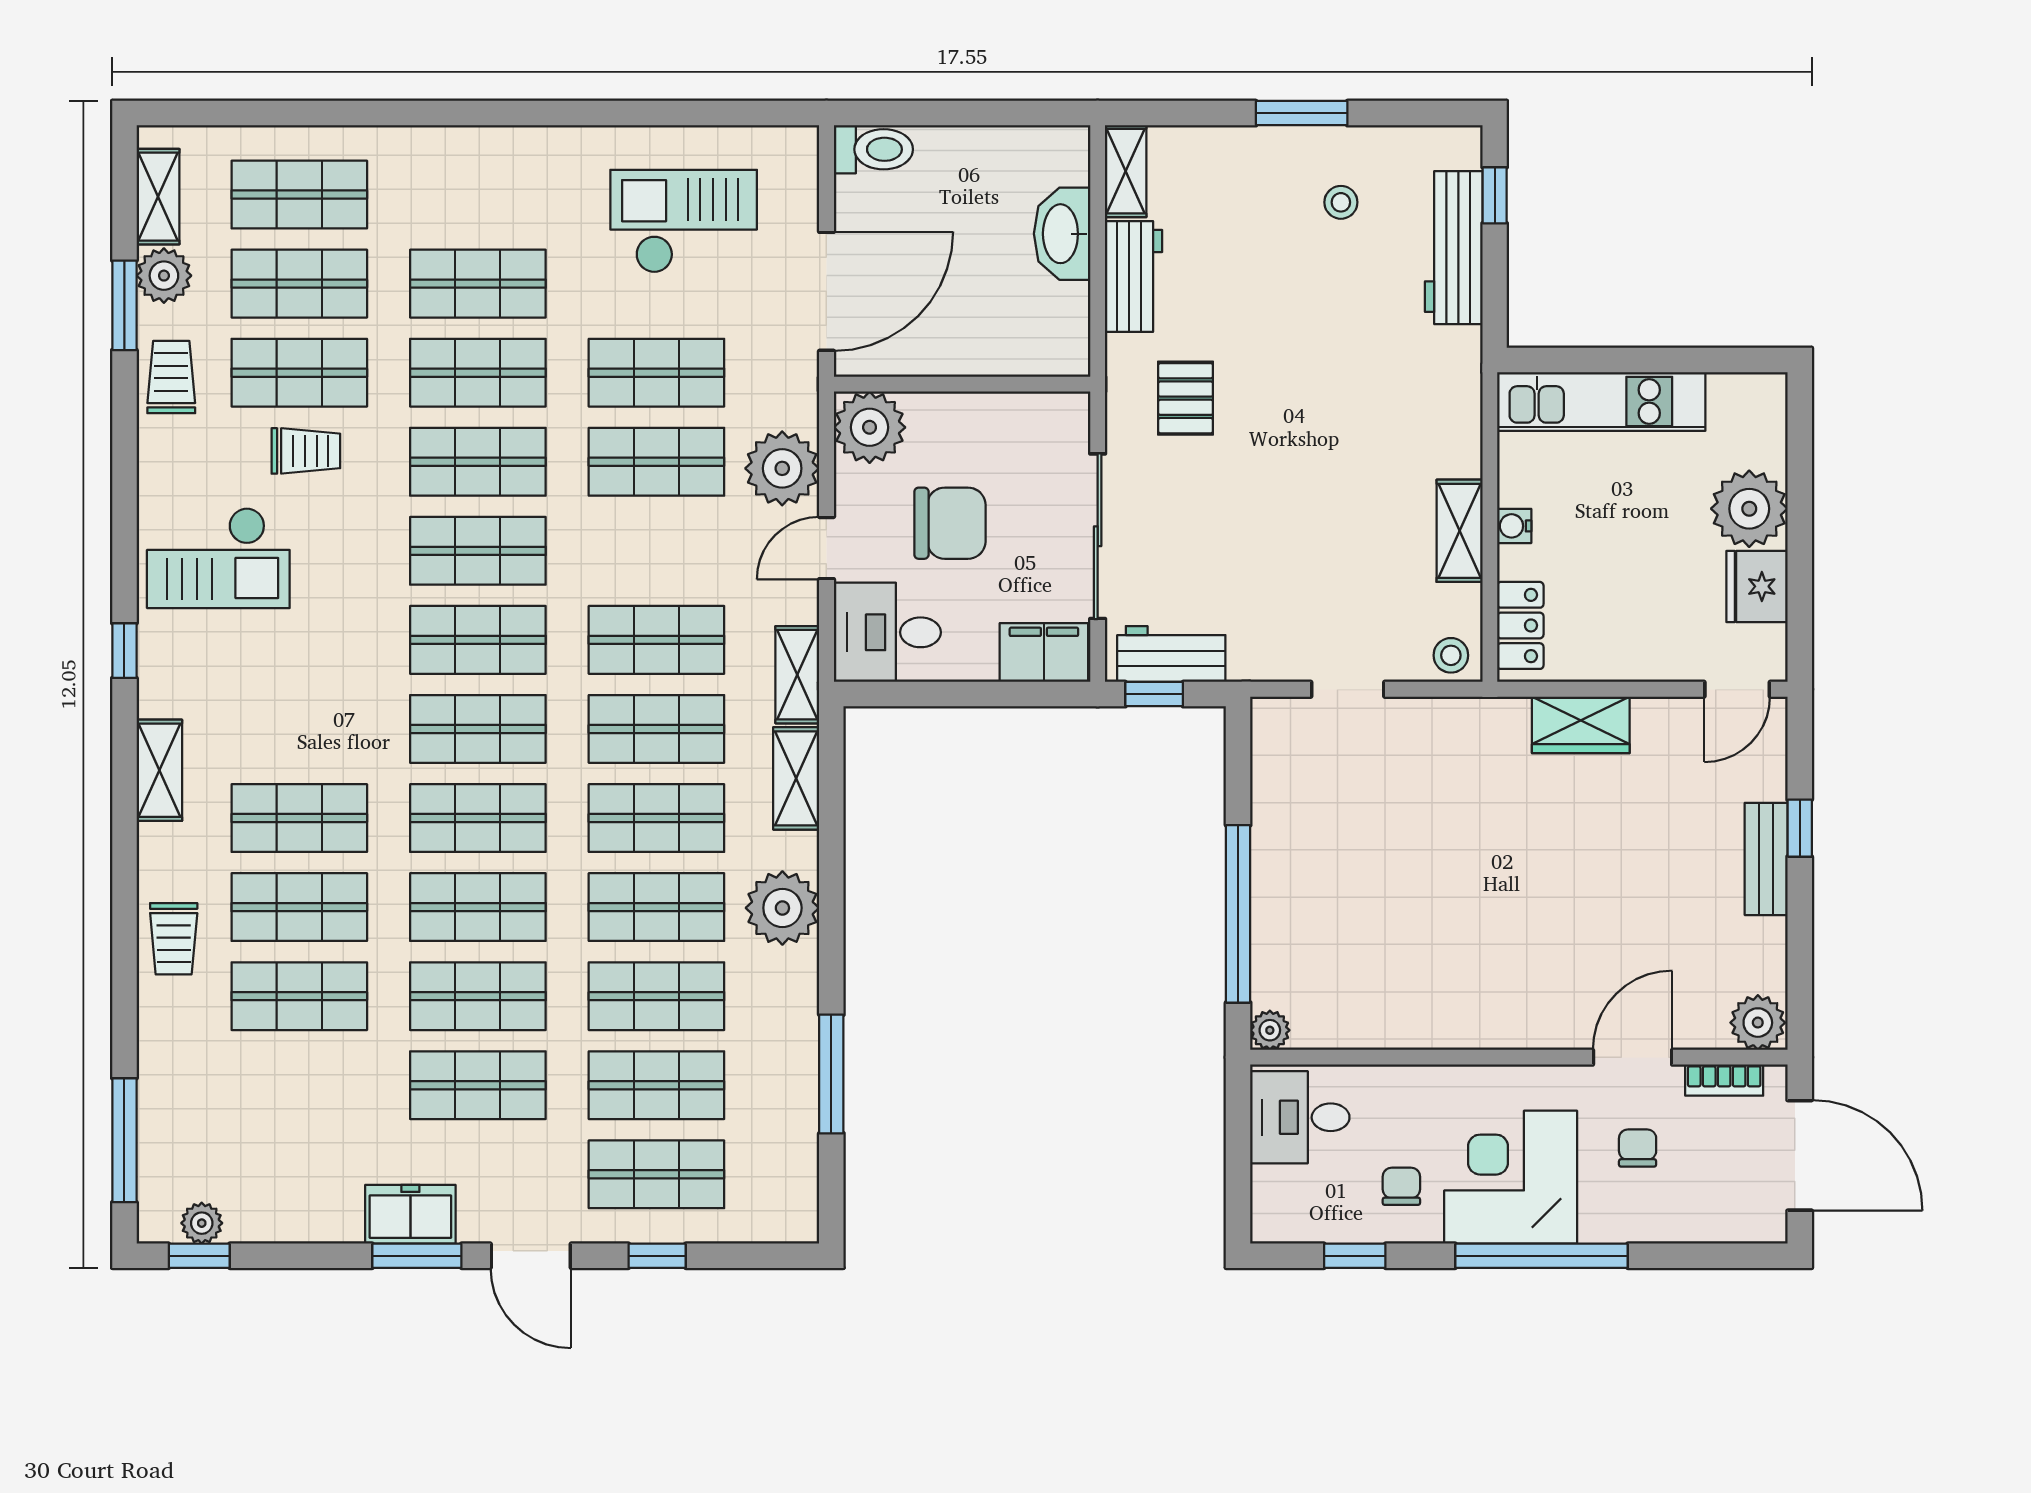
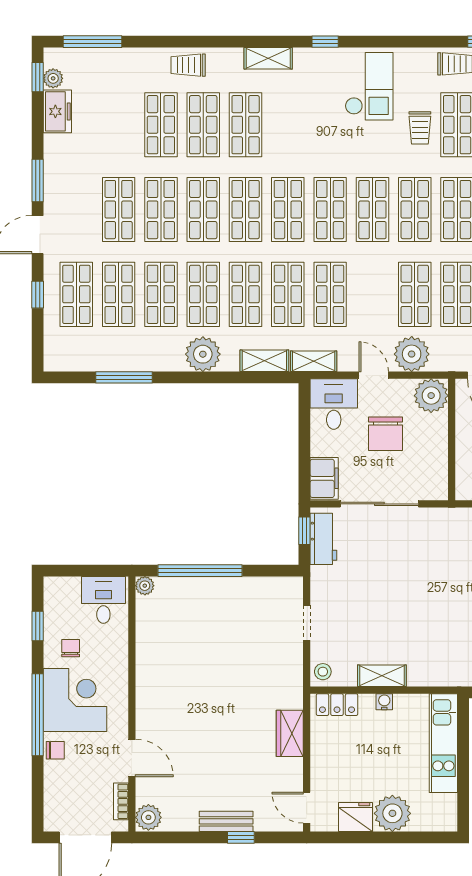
pallet: (1186, 398) -> (445, 546), removed
checkout: (218, 558) -> (369, 86), turned 180
chair: (1638, 1148) -> (55, 750), moved
chair: (1401, 1186) -> (71, 648), turned -90
freezer: (410, 1214) -> (57, 111), moved

